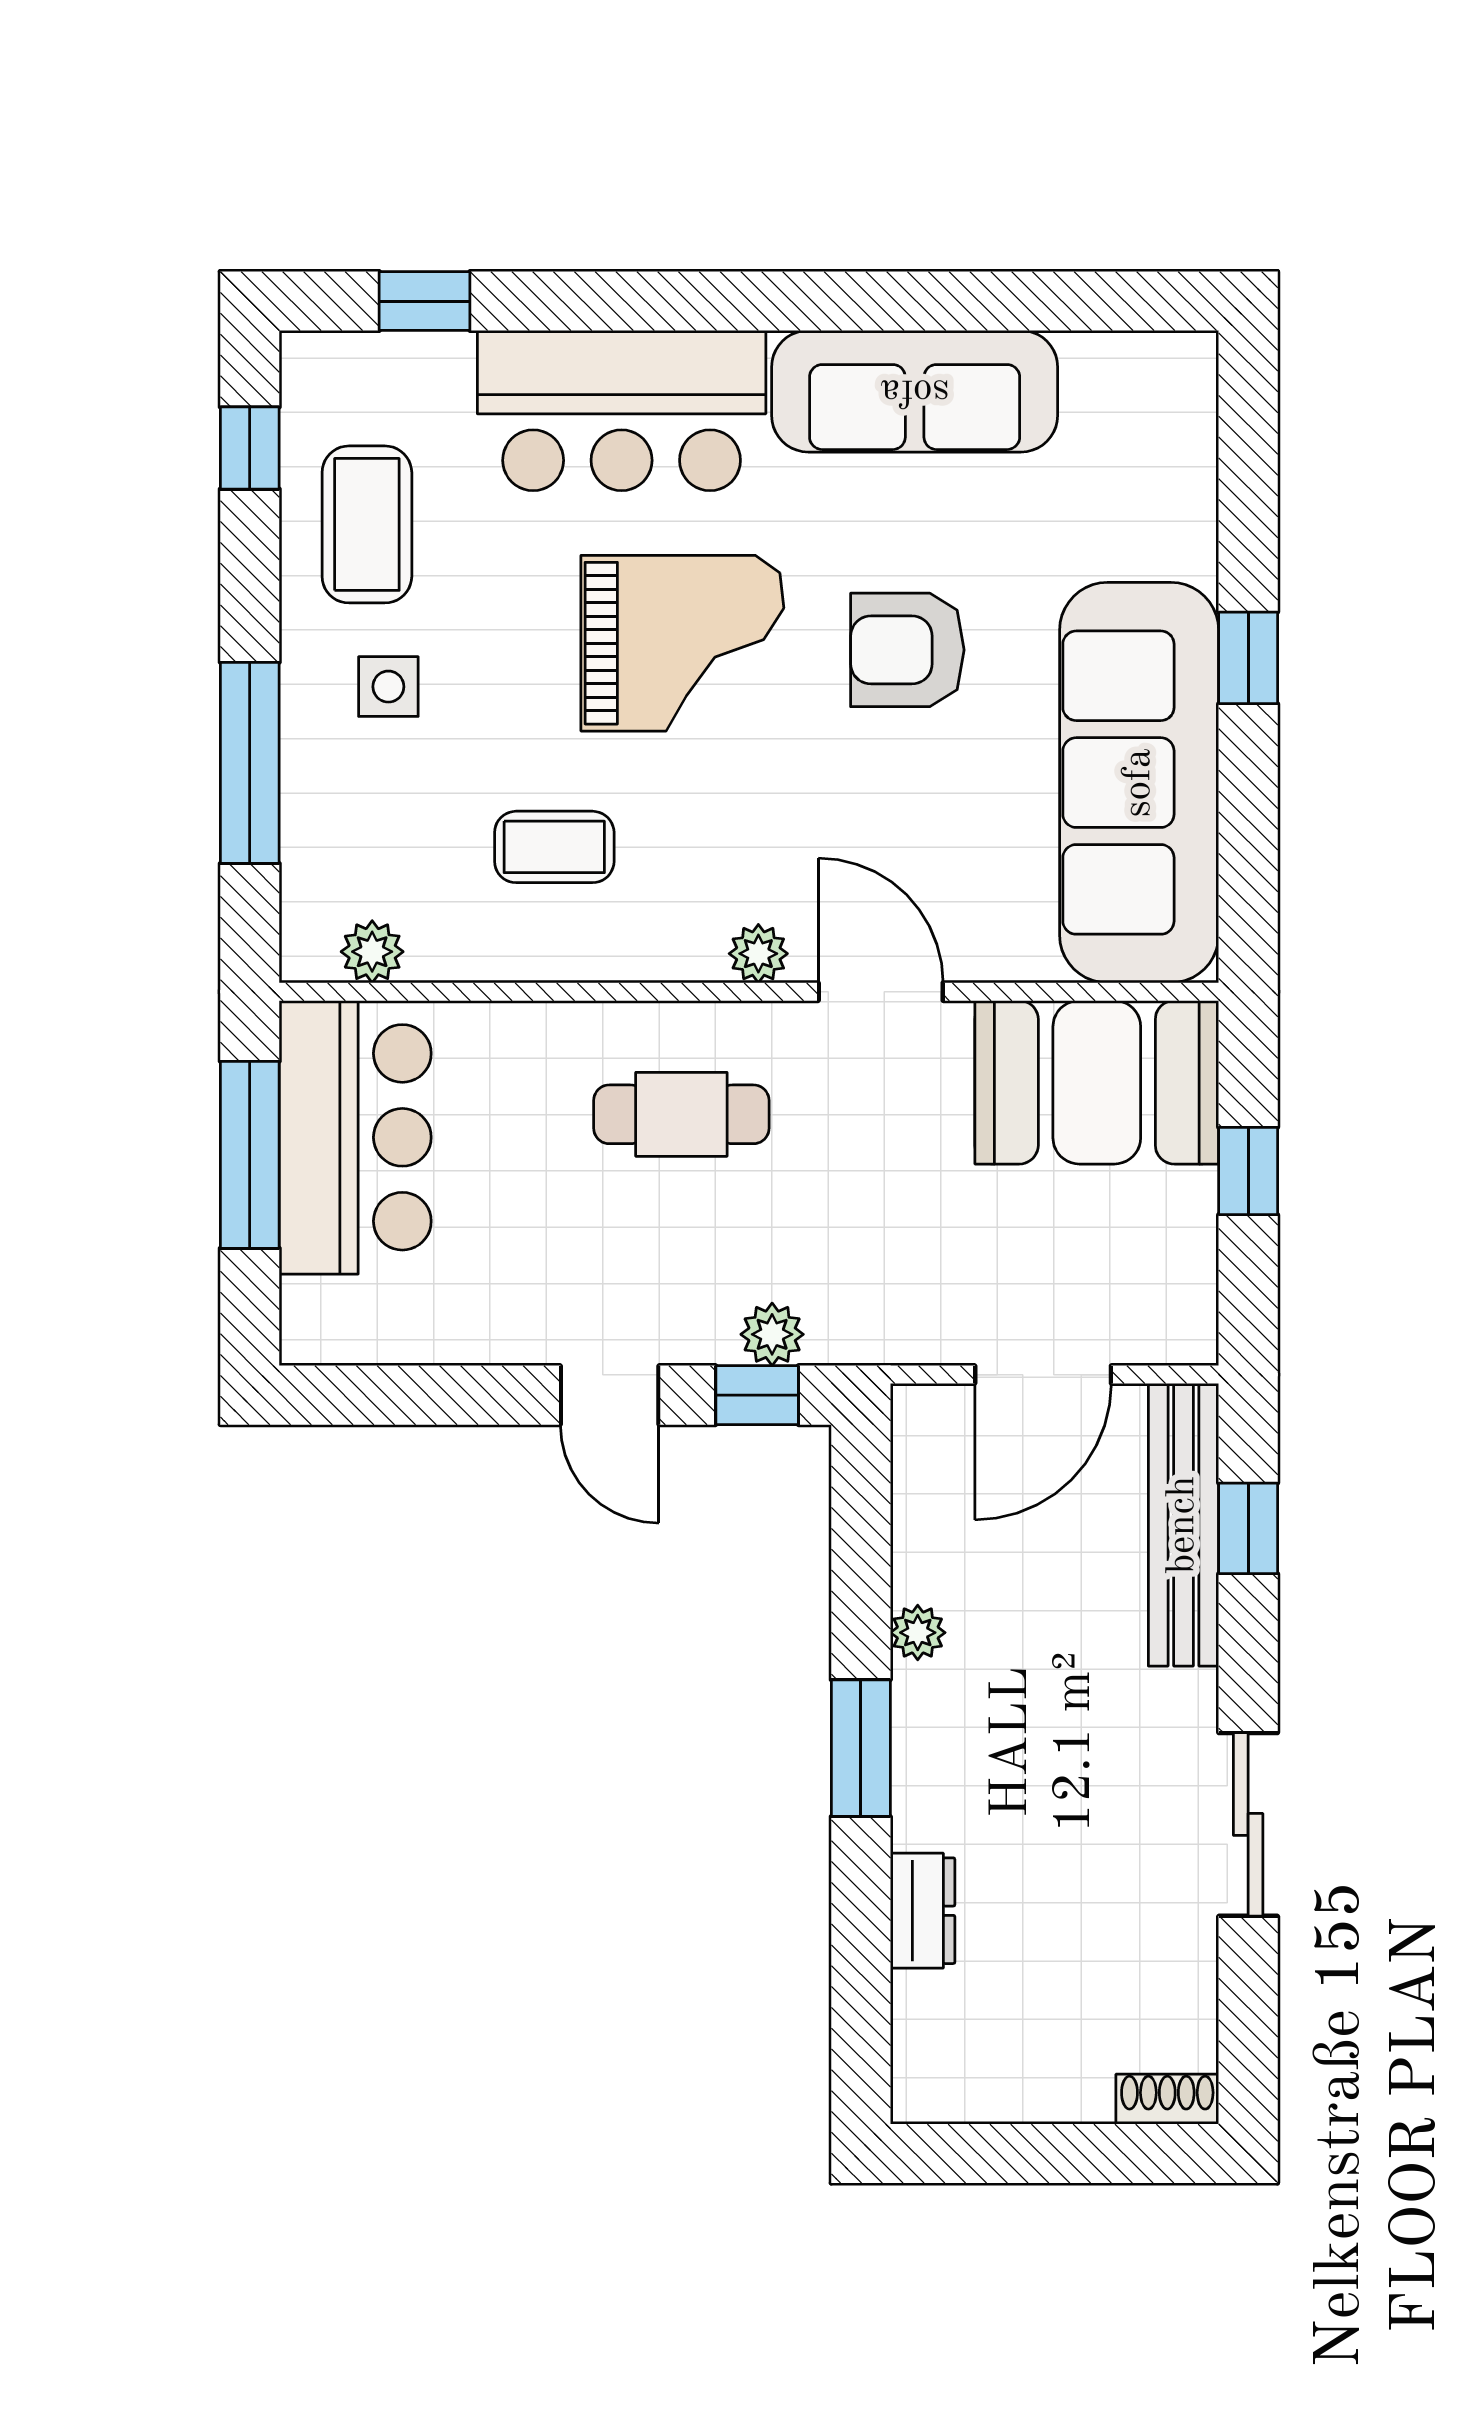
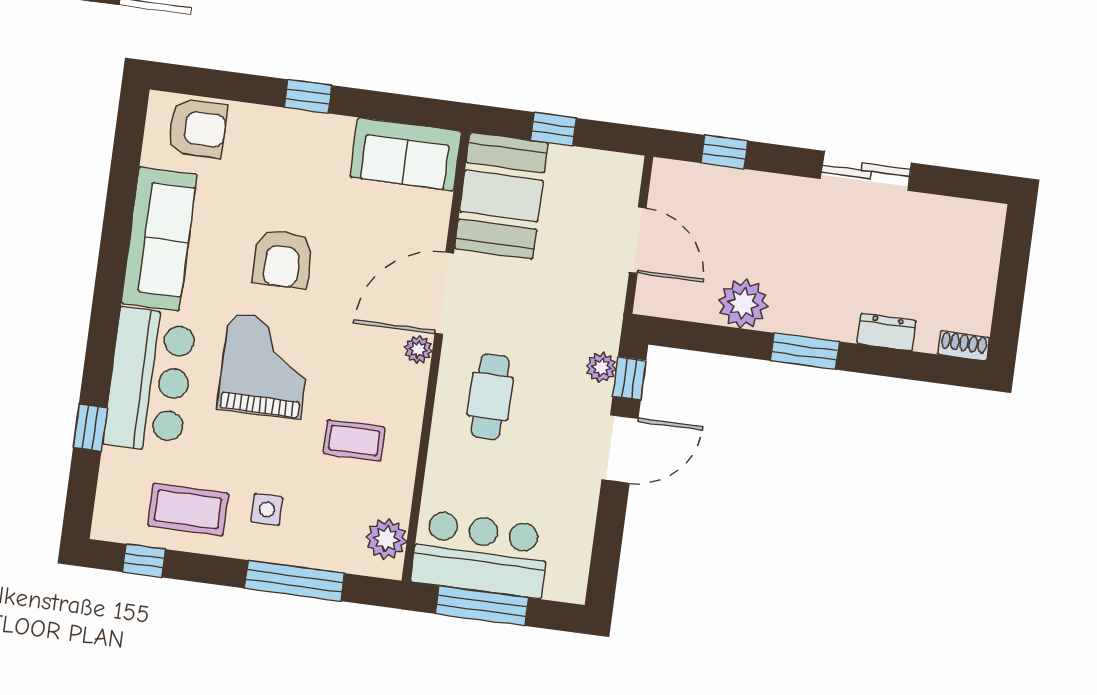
window: (425, 301) -> (90, 428), moved
armchair: (1152, 439) -> (197, 128), added
sofa: (1139, 783) -> (406, 154), width x0.54, depth x0.79
coffee table: (554, 847) -> (354, 440), turned 90
plant: (372, 952) -> (386, 539), width x1.38, depth x1.38
door: (881, 992) -> (444, 293), width x1.36
door: (610, 1395) -> (620, 449), width x1.38
bench: (1183, 1525) -> (719, 183), removed
plant: (918, 1633) -> (743, 304), width x1.87, depth x1.87
shoe rack: (1167, 2099) -> (964, 346), moved, turned 90

